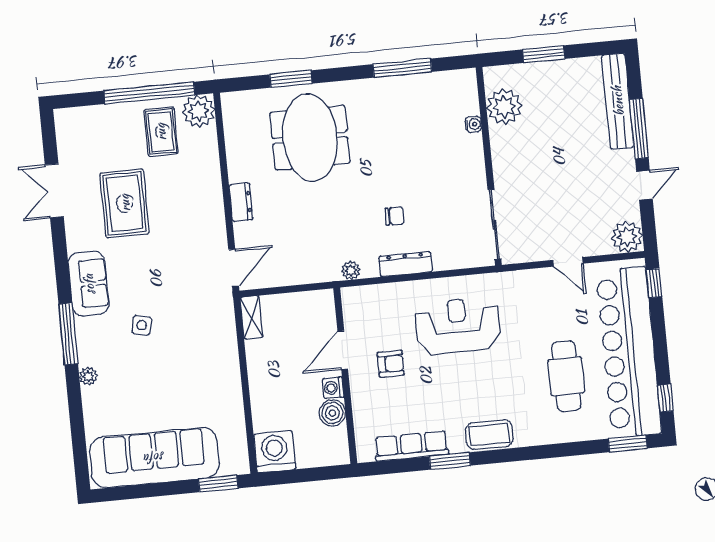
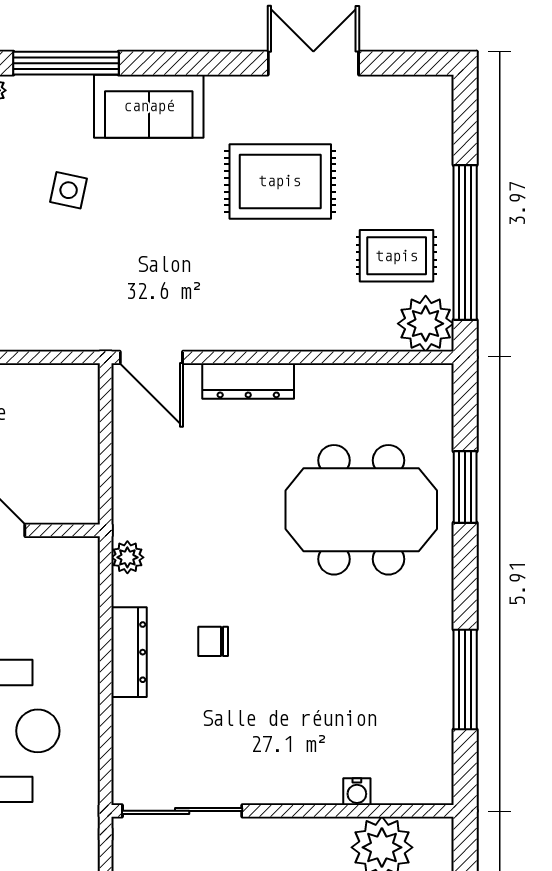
dresser: (241, 202) -> (248, 381), width x1.44
chair: (394, 216) -> (213, 641), turned 90
shelving: (251, 317) -> (64, 379), removed

